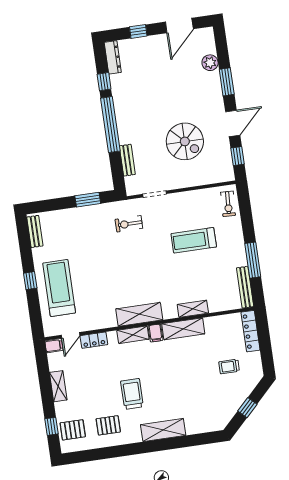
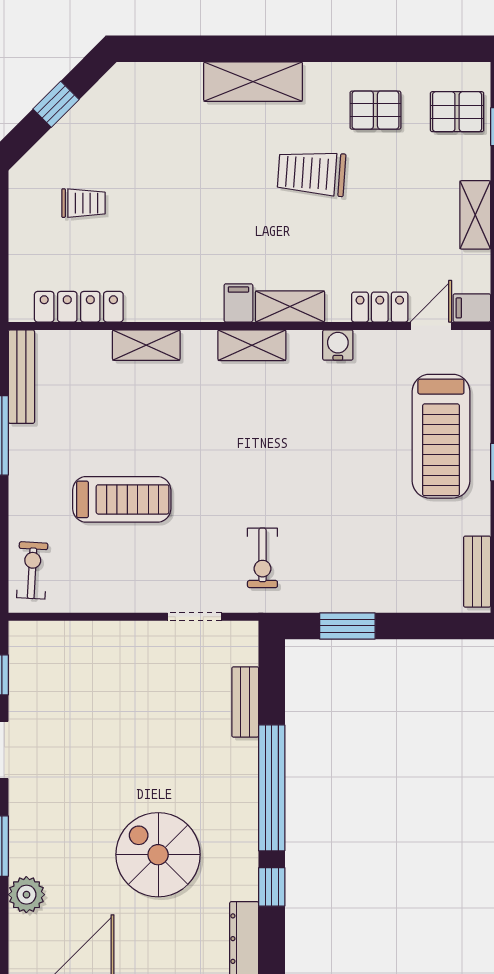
spiral stairs: (185, 141) -> (158, 855), moved
exercise bike: (129, 224) -> (262, 558), turned 90
shelving: (139, 314) -> (252, 345), width x0.67, depth x0.75
water cooler: (110, 321) -> (338, 345), added
shelving: (183, 329) -> (174, 303), removed
locker: (250, 331) -> (79, 307), moved, turned -90
trolley: (132, 394) -> (312, 173), turned 94

